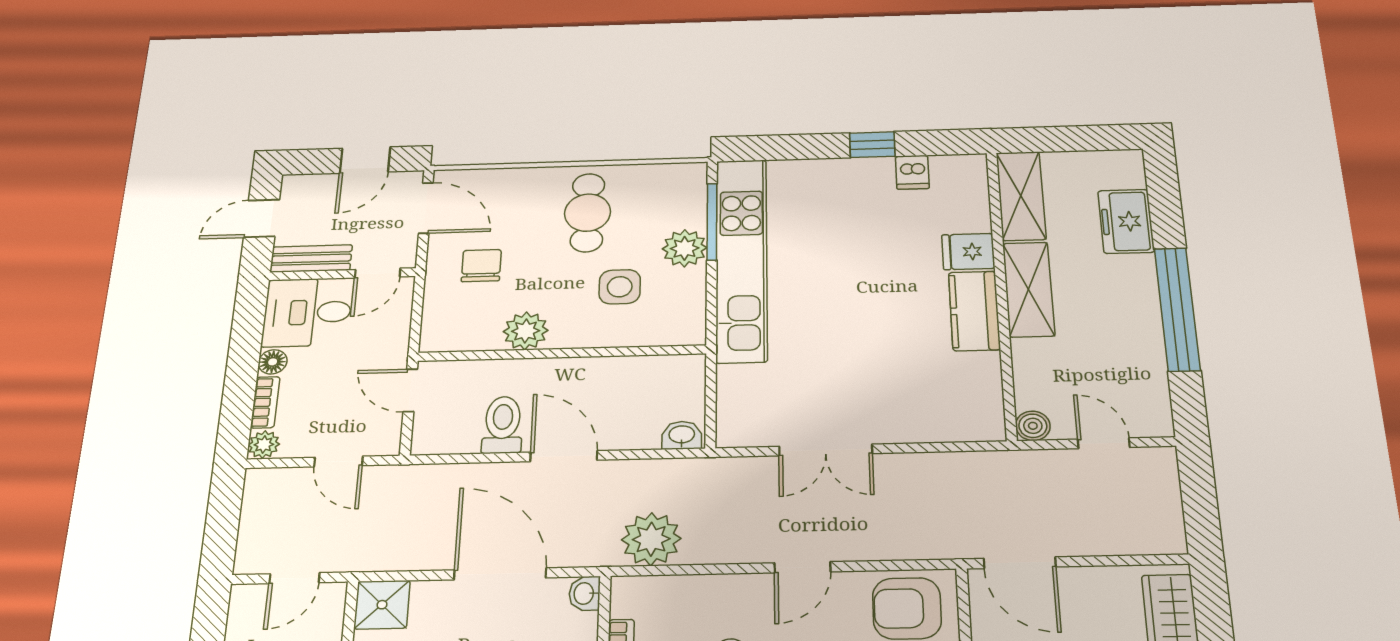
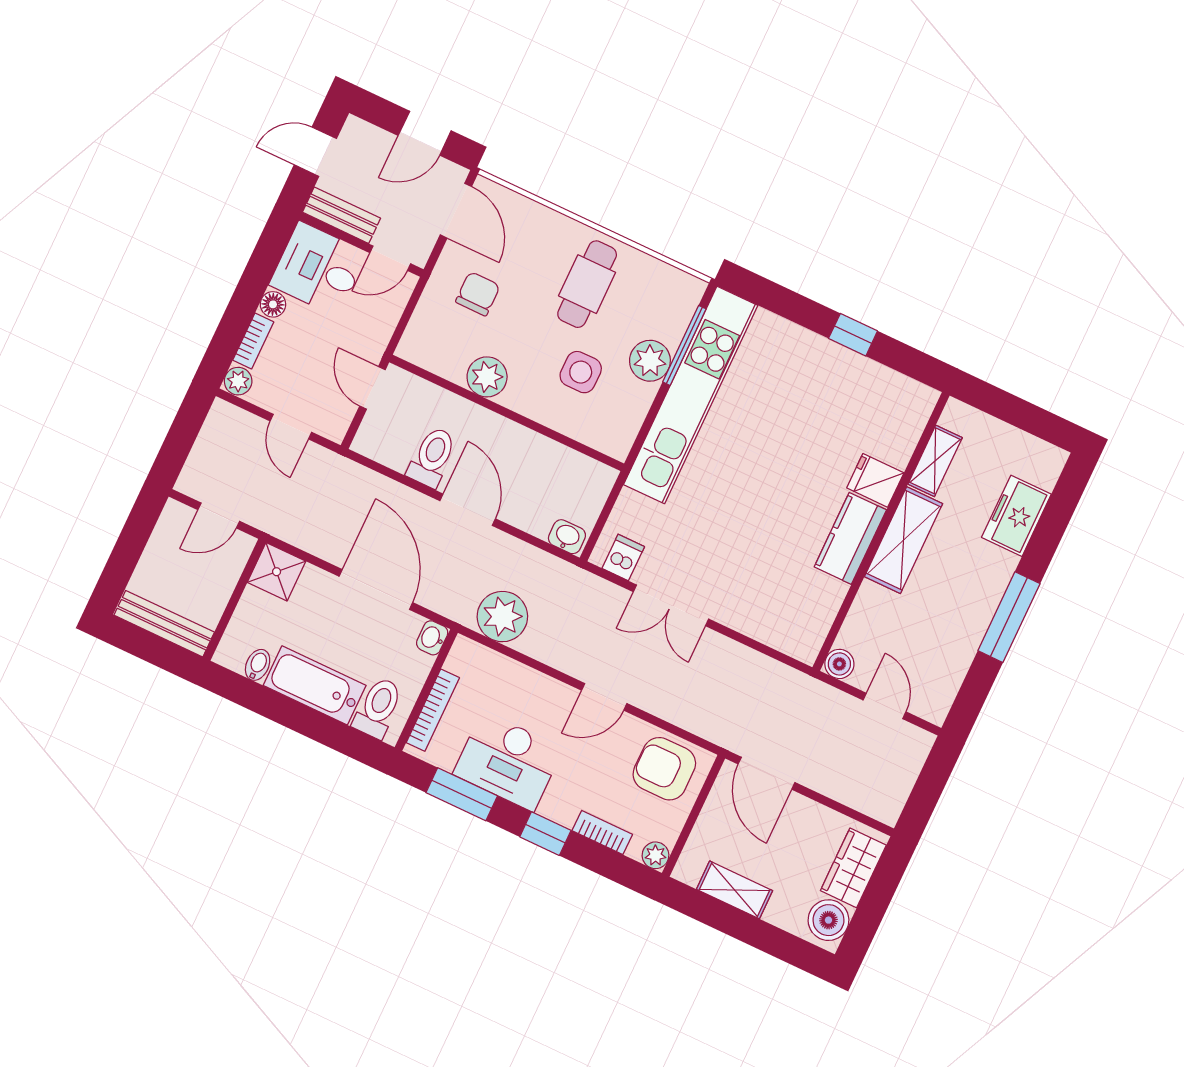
dishwasher: (912, 172) -> (623, 557), moved, turned 180
shelving: (1021, 196) -> (935, 461), width x0.67, depth x0.75
window: (1177, 309) -> (1009, 617), width x0.68

